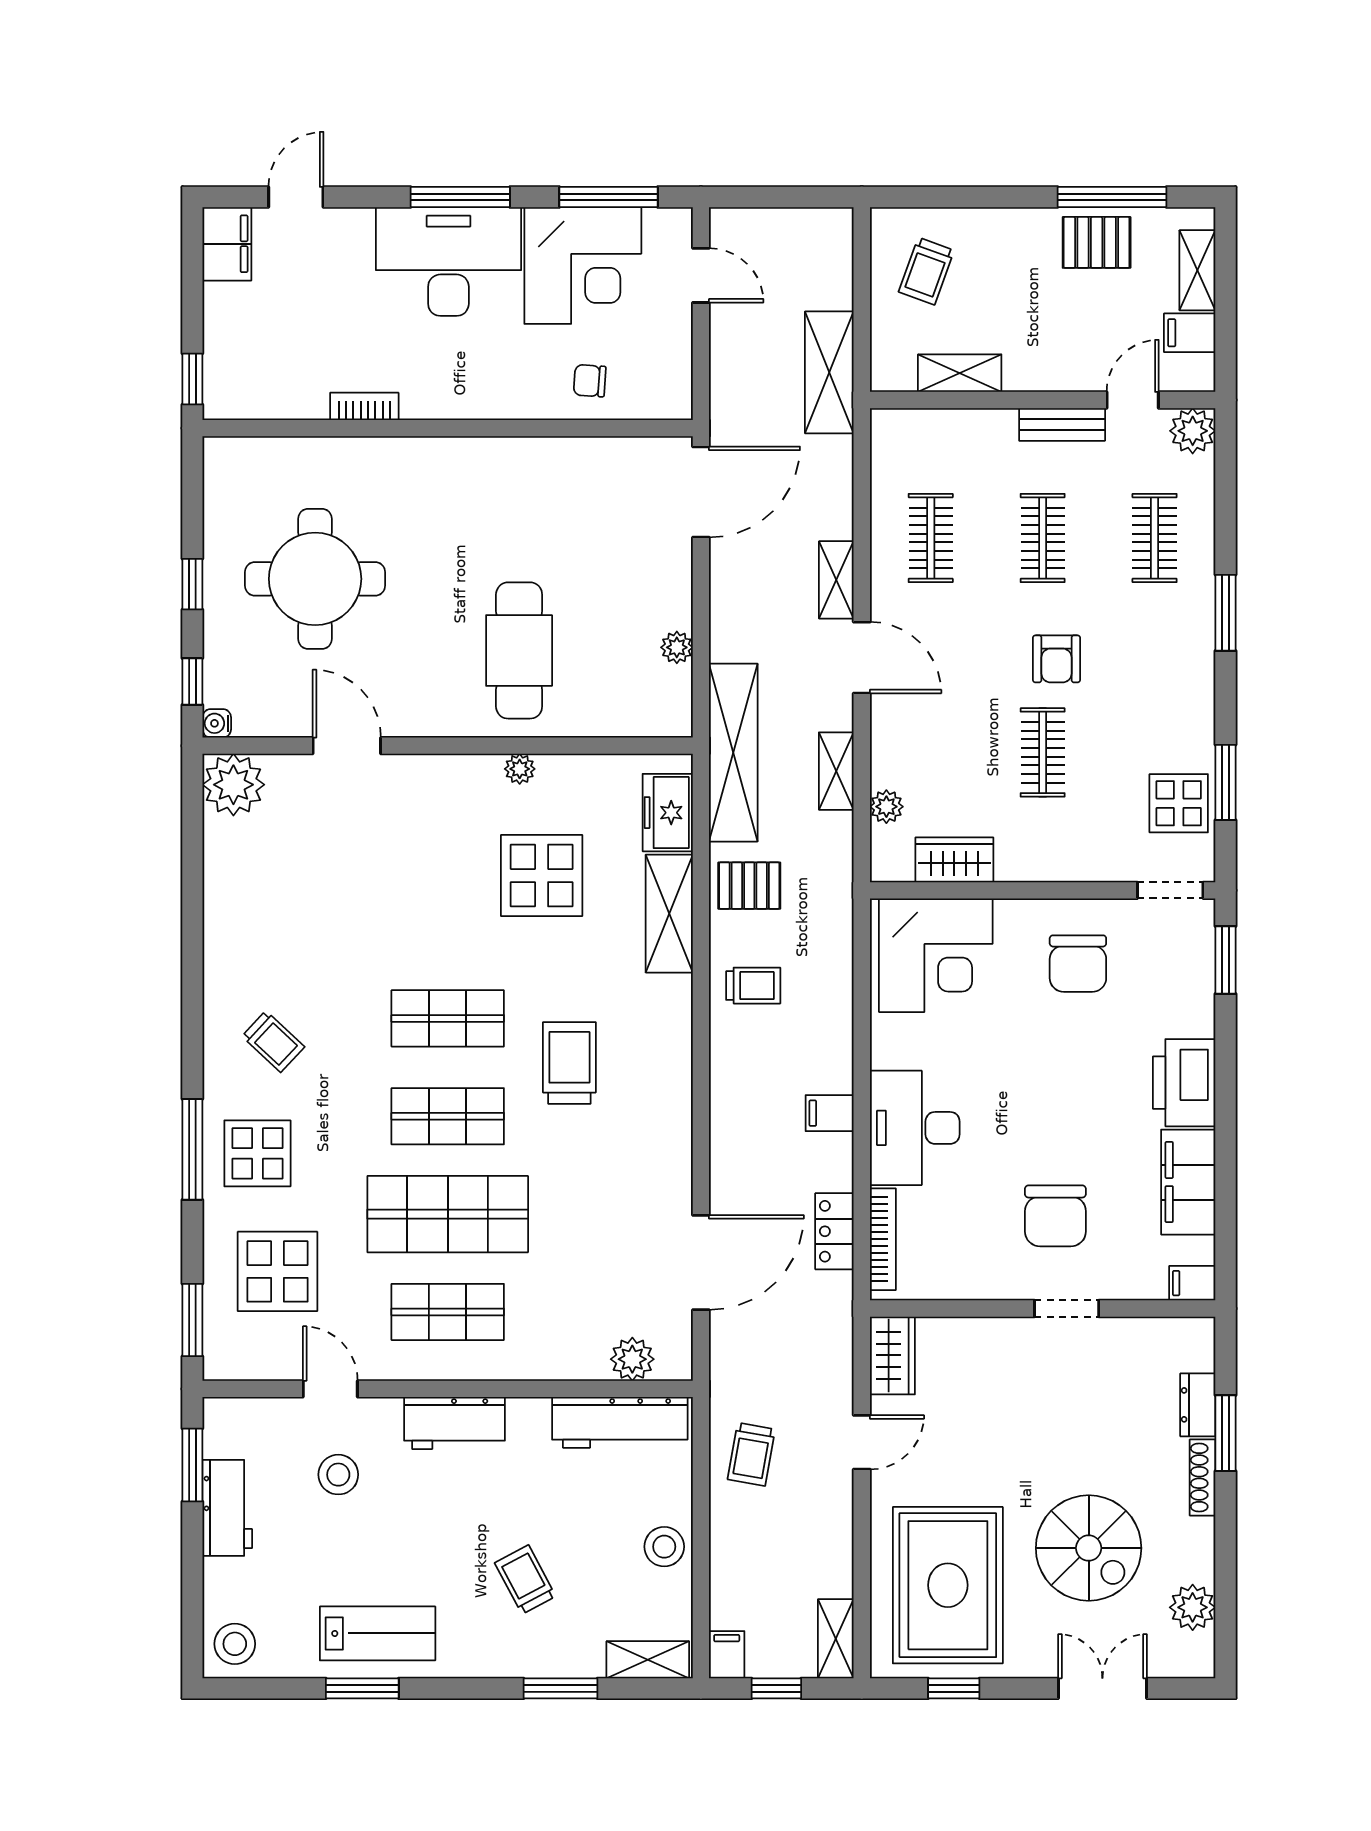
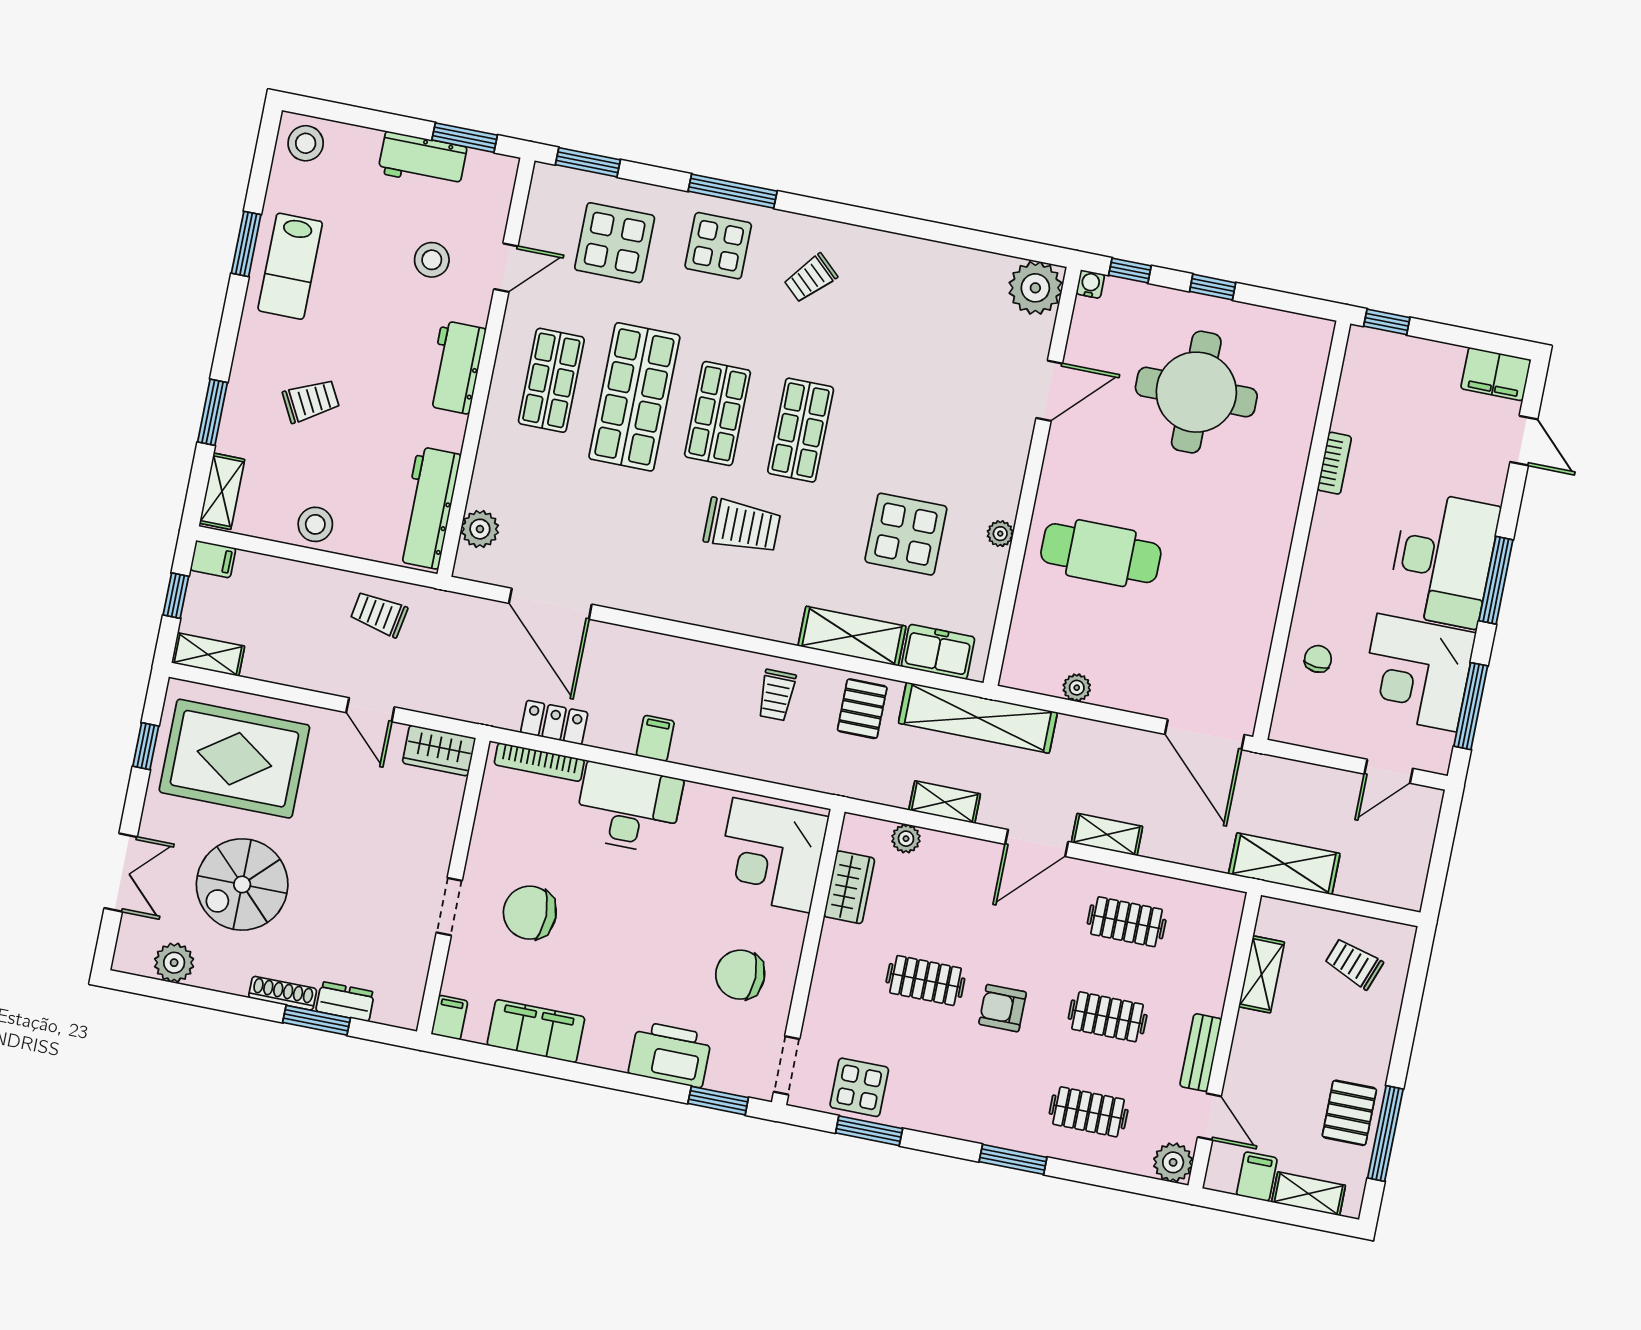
printer: (1184, 1083) -> (670, 1054), moved

